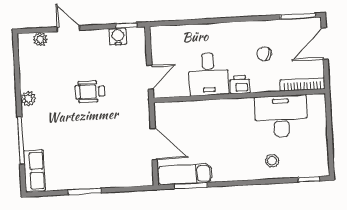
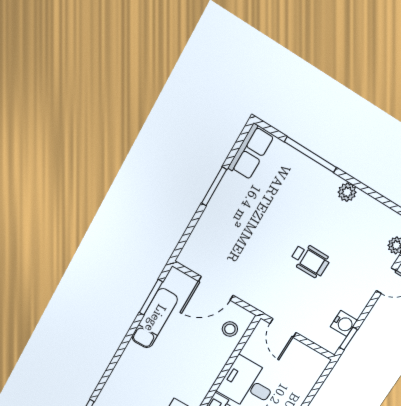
wheelchair: (90, 92) -> (310, 260), turned 90
stool: (272, 161) -> (230, 329), moved
row of seats: (34, 171) -> (251, 152), moved, turned -90
exam couch: (184, 174) -> (155, 318), moved

